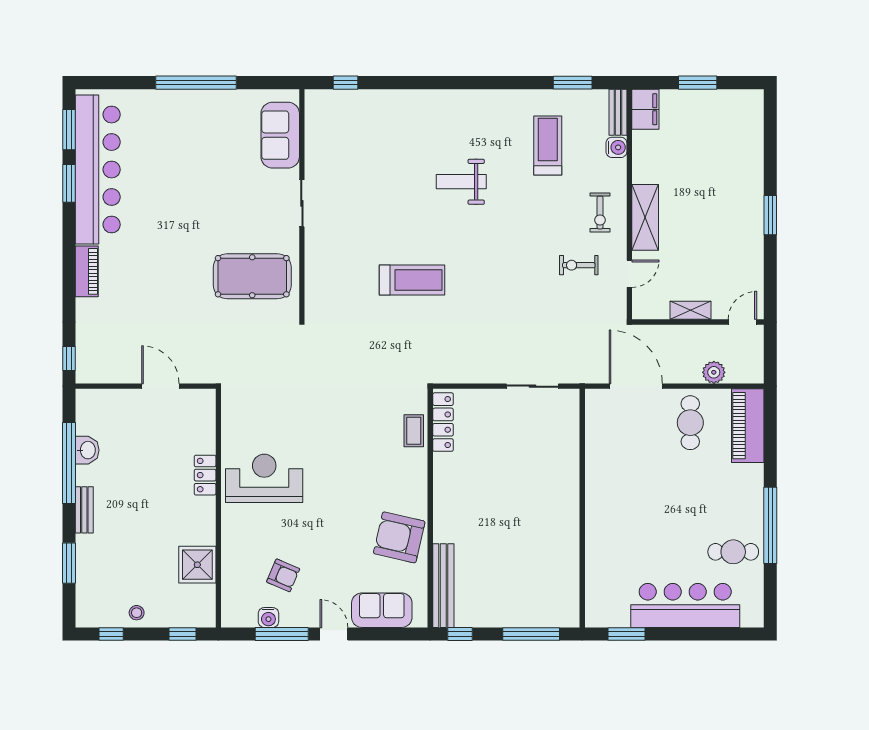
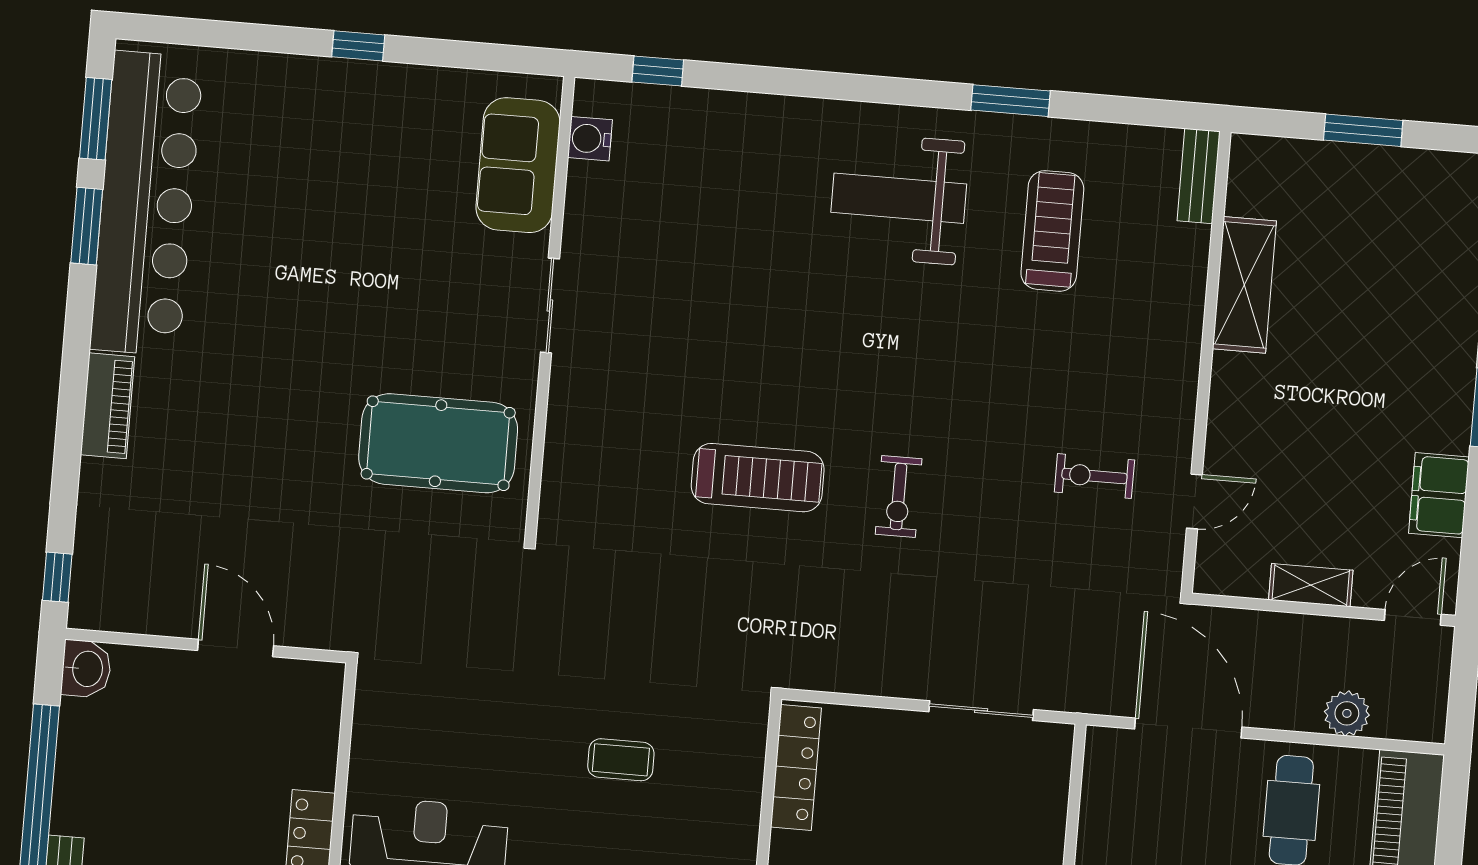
window: (196, 83) -> (358, 46), width x0.32
window: (573, 83) -> (1010, 101), moved
filing cabinet: (645, 109) -> (1439, 495), moved, turned 180
water cooler: (616, 147) -> (590, 139), moved, turned 180
weight bench: (461, 182) -> (899, 198), moved, width x1.36, depth x1.33
exercise bike: (600, 213) -> (899, 496), moved
shelving: (645, 217) -> (1244, 285), moved
coffee table: (414, 431) -> (621, 760), moved, turned 90
washbasin: (87, 450) -> (86, 669), moved

